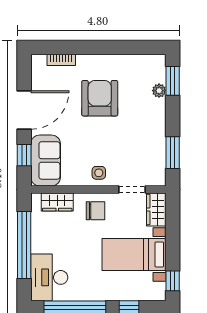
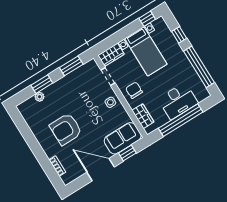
window: (173, 81) -> (42, 84), moved
desk: (49, 277) -> (178, 101), moved

